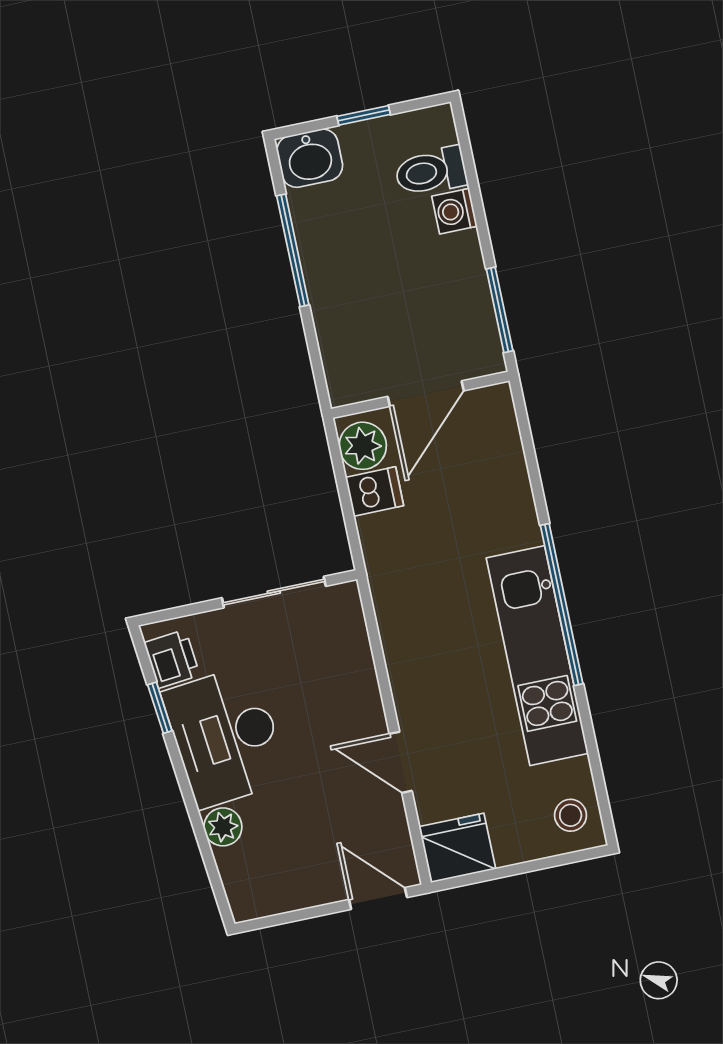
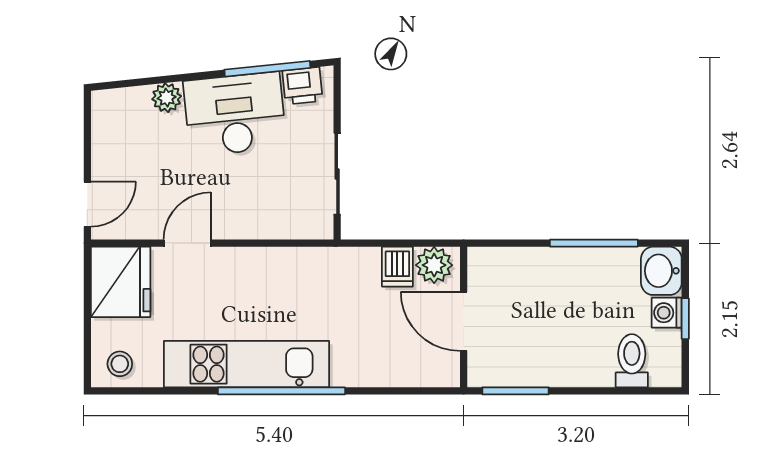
washing machine: (454, 211) -> (667, 313), moved, turned -90
window: (160, 708) -> (267, 69), width x2.17
fridge: (457, 848) -> (121, 282), width x1.36, depth x1.34

